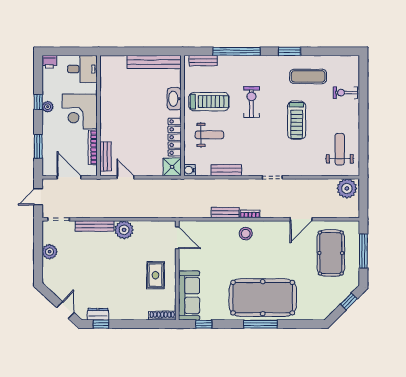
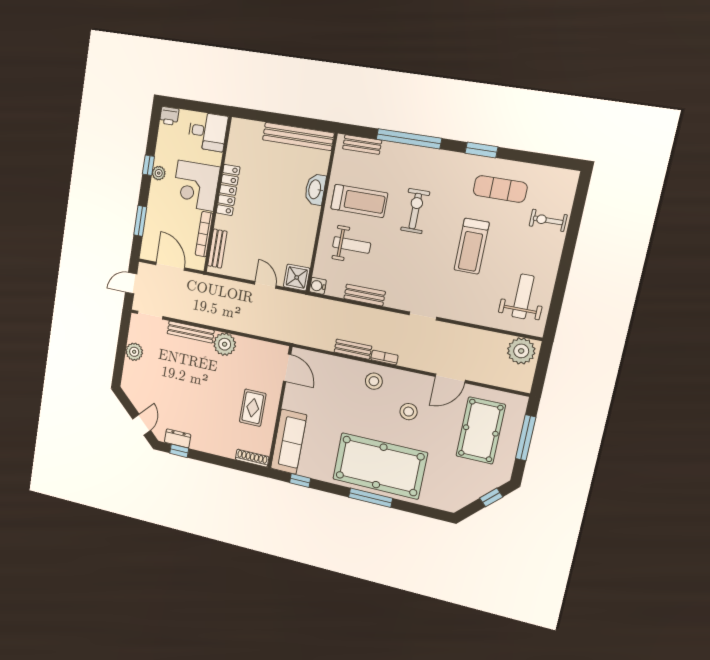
locker: (175, 137) -> (228, 190), moved, turned 180
door: (125, 177) -> (265, 285), moved
stool: (276, 251) -> (409, 412), added

